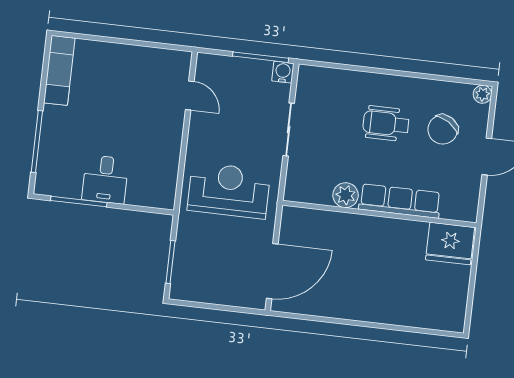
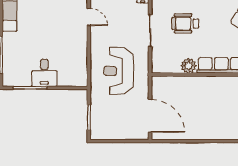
wheelchair: (386, 124) -> (185, 23), moved
reception desk: (229, 190) -> (119, 71), turned -90
door: (272, 271) -> (150, 116), hinge flipped

